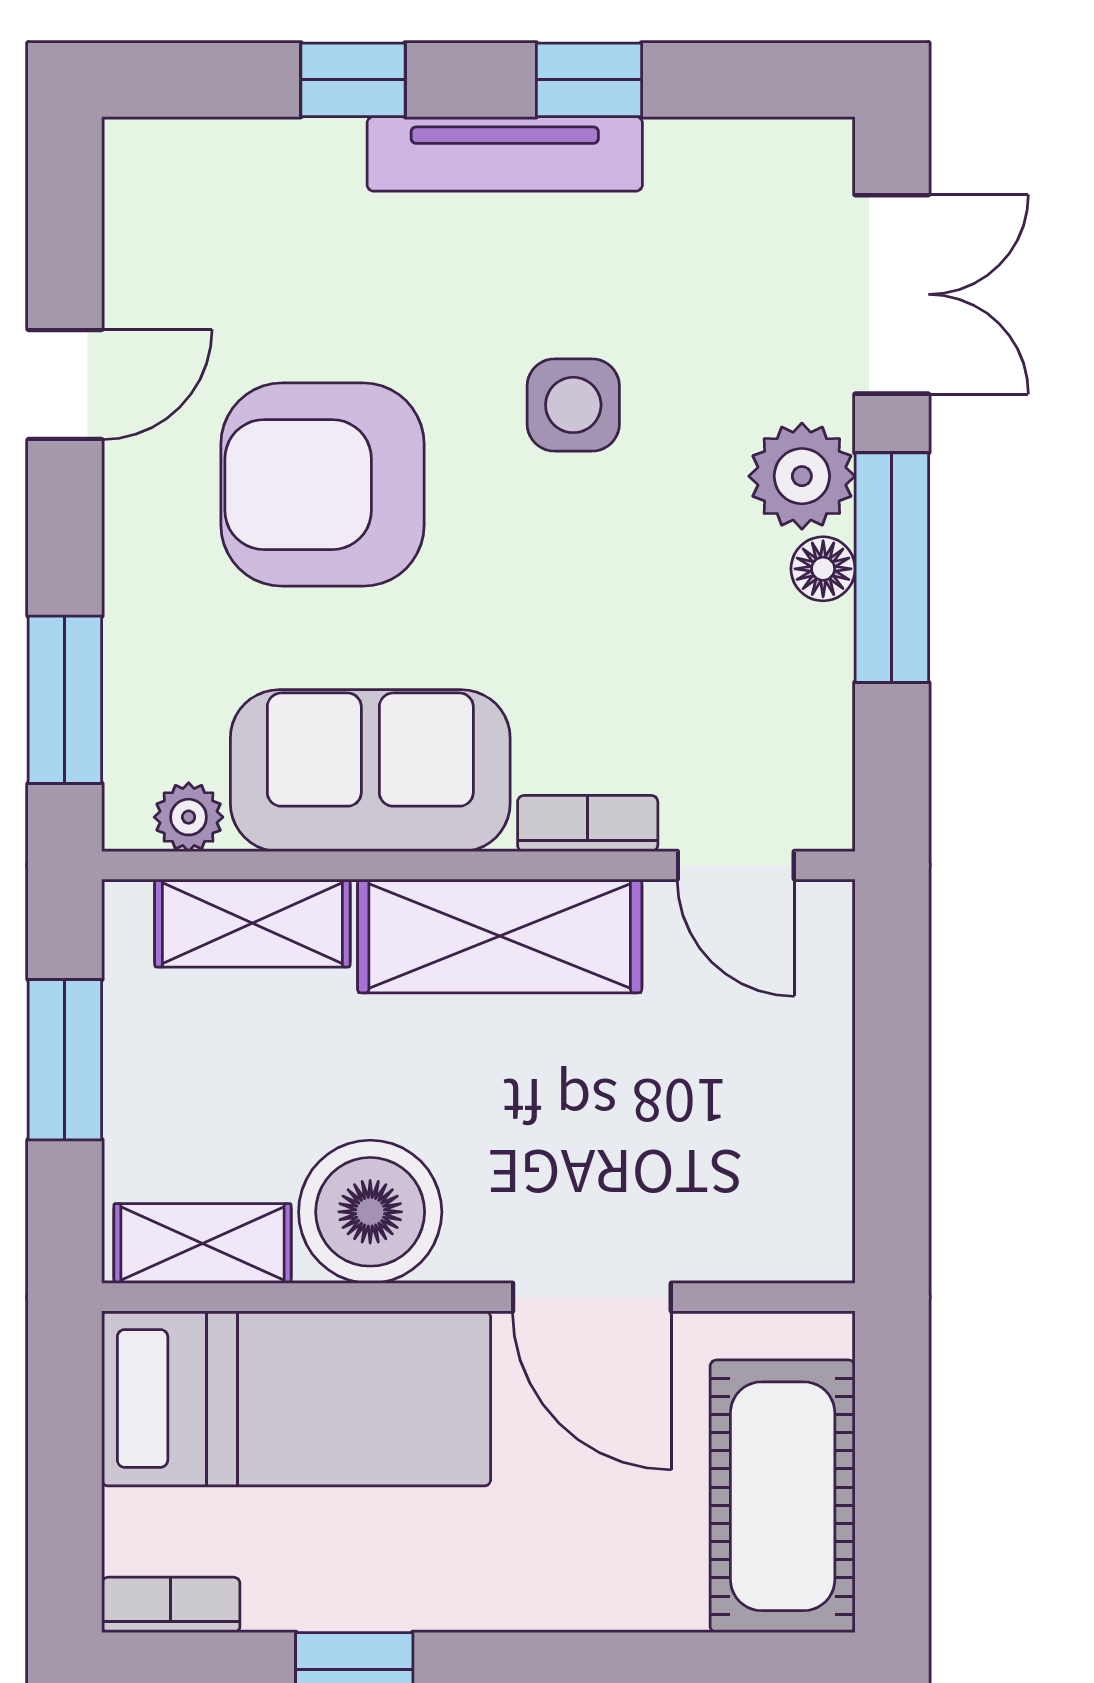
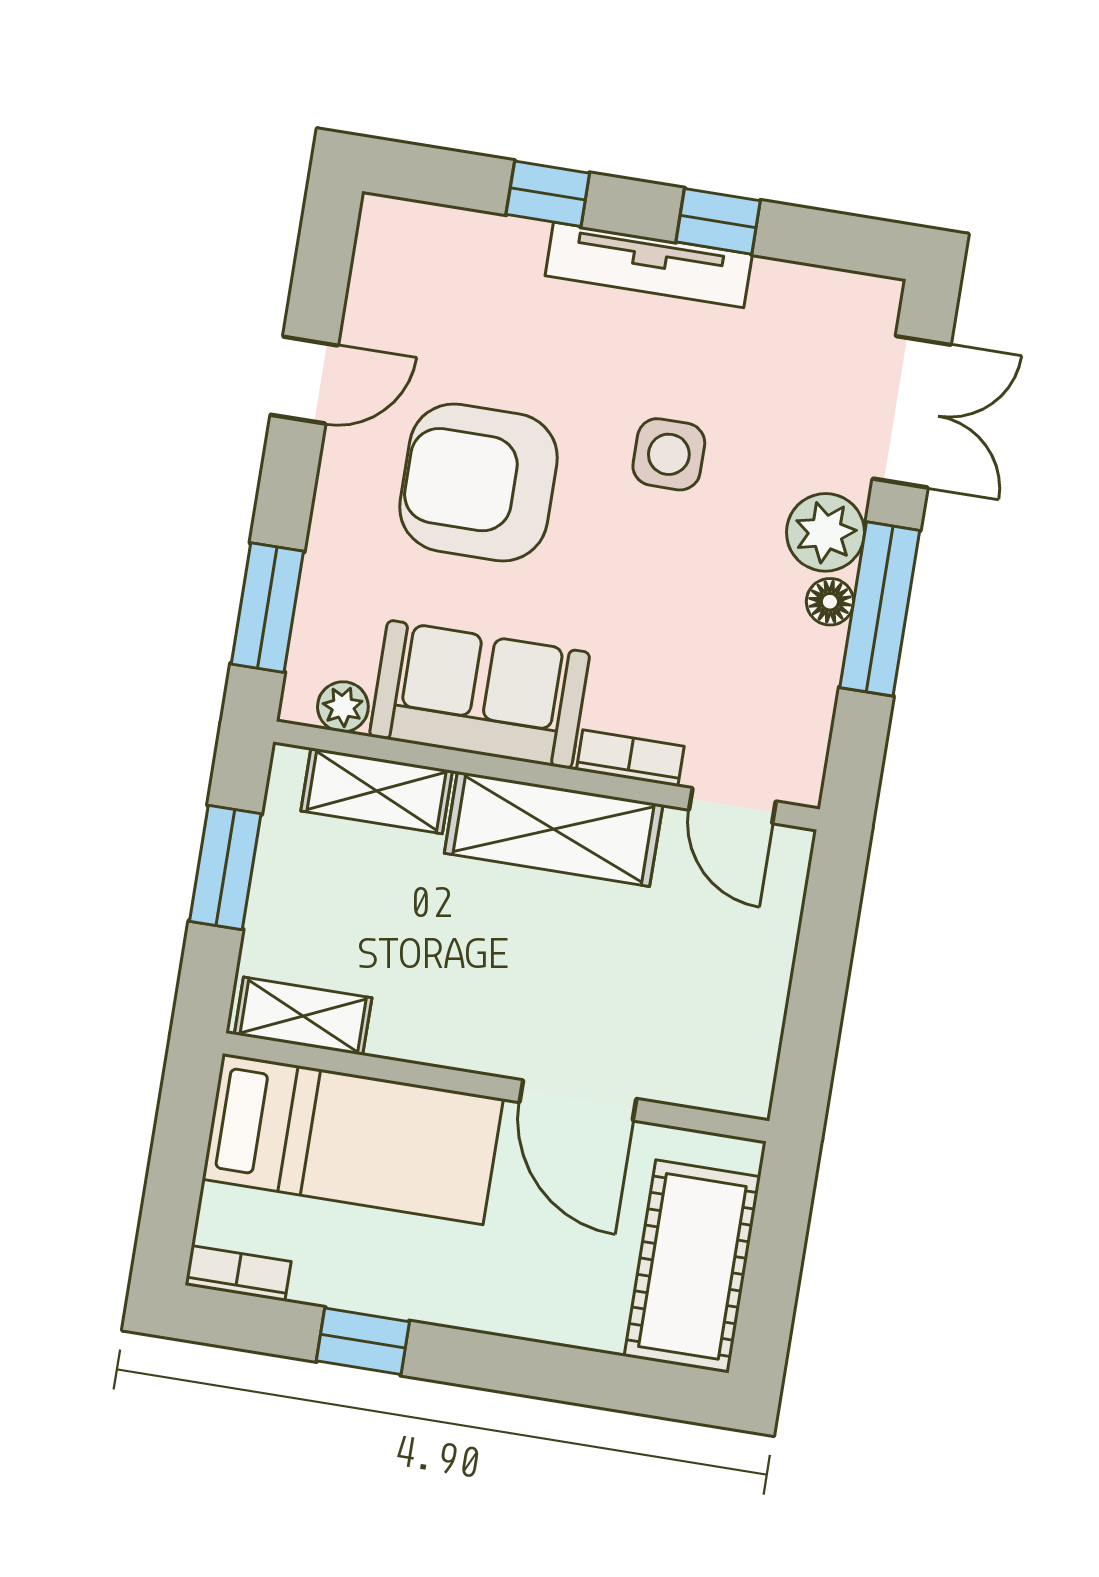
boiler: (370, 1212) -> (428, 1013), removed

